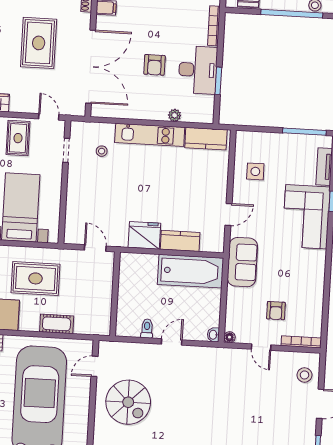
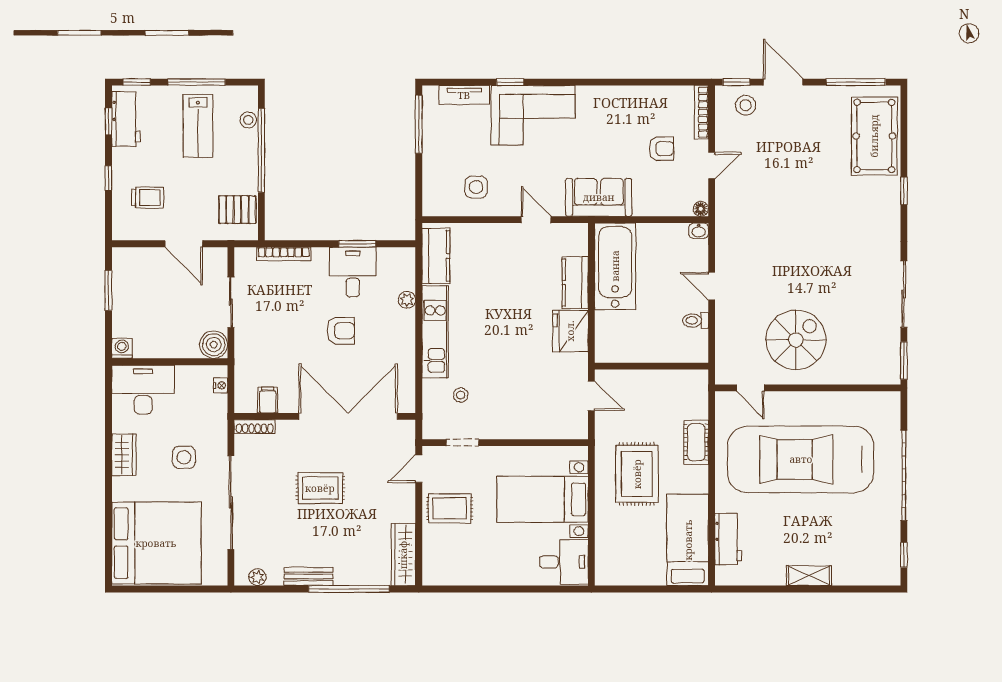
rug: (39, 43) -> (320, 488), width x0.73, depth x0.70
desk: (198, 70) -> (353, 272), width x0.73
door: (95, 248) -> (591, 396), swing flipped
window: (322, 369) -> (736, 82), added

